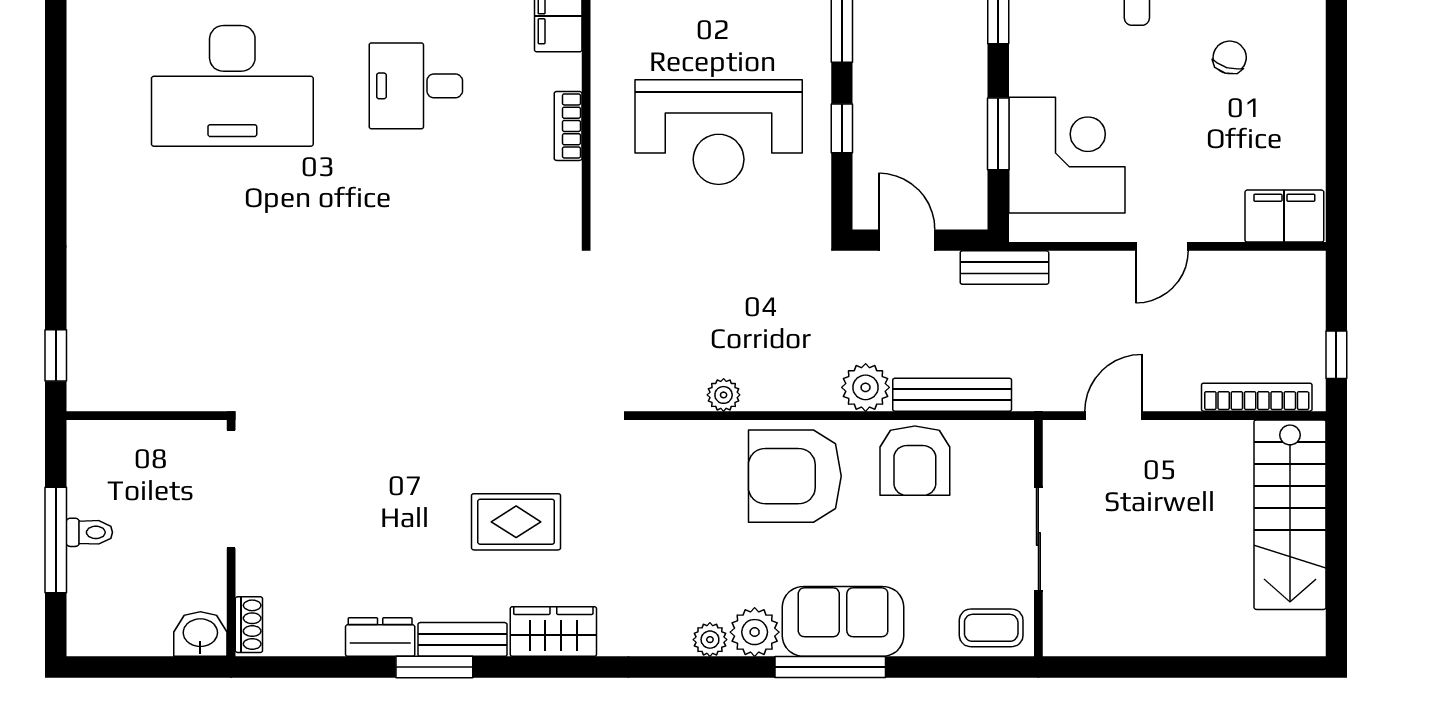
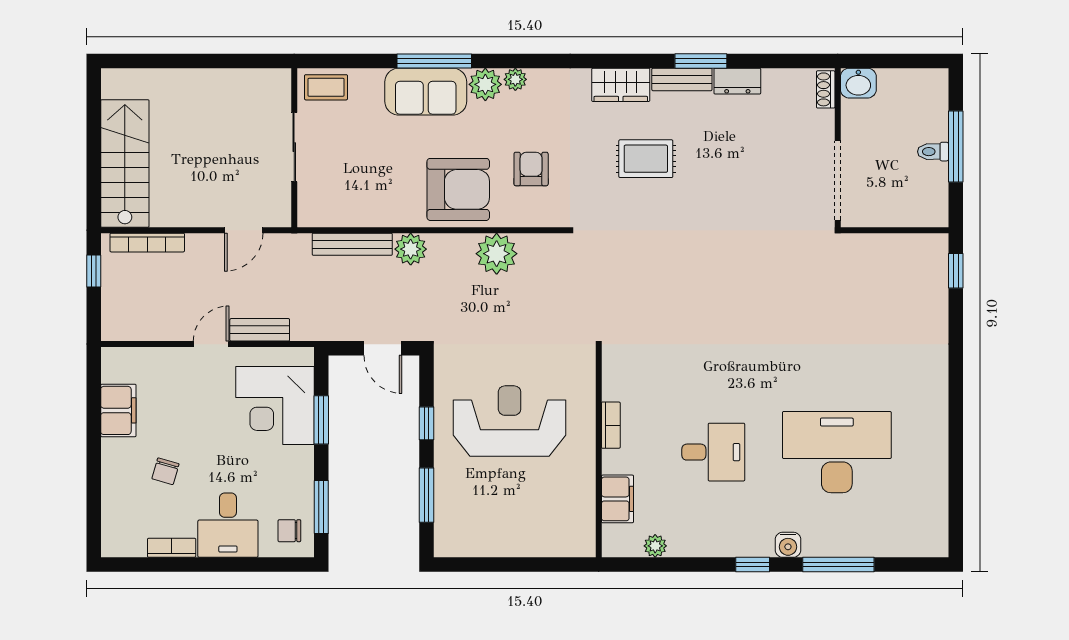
filing cabinet: (1284, 216) -> (118, 410), moved, turned -90
bench: (1004, 268) -> (260, 330), moved
plant: (724, 395) -> (497, 254), width x1.87, depth x1.87
armchair: (915, 461) -> (531, 169), moved, width x0.72, depth x0.72

